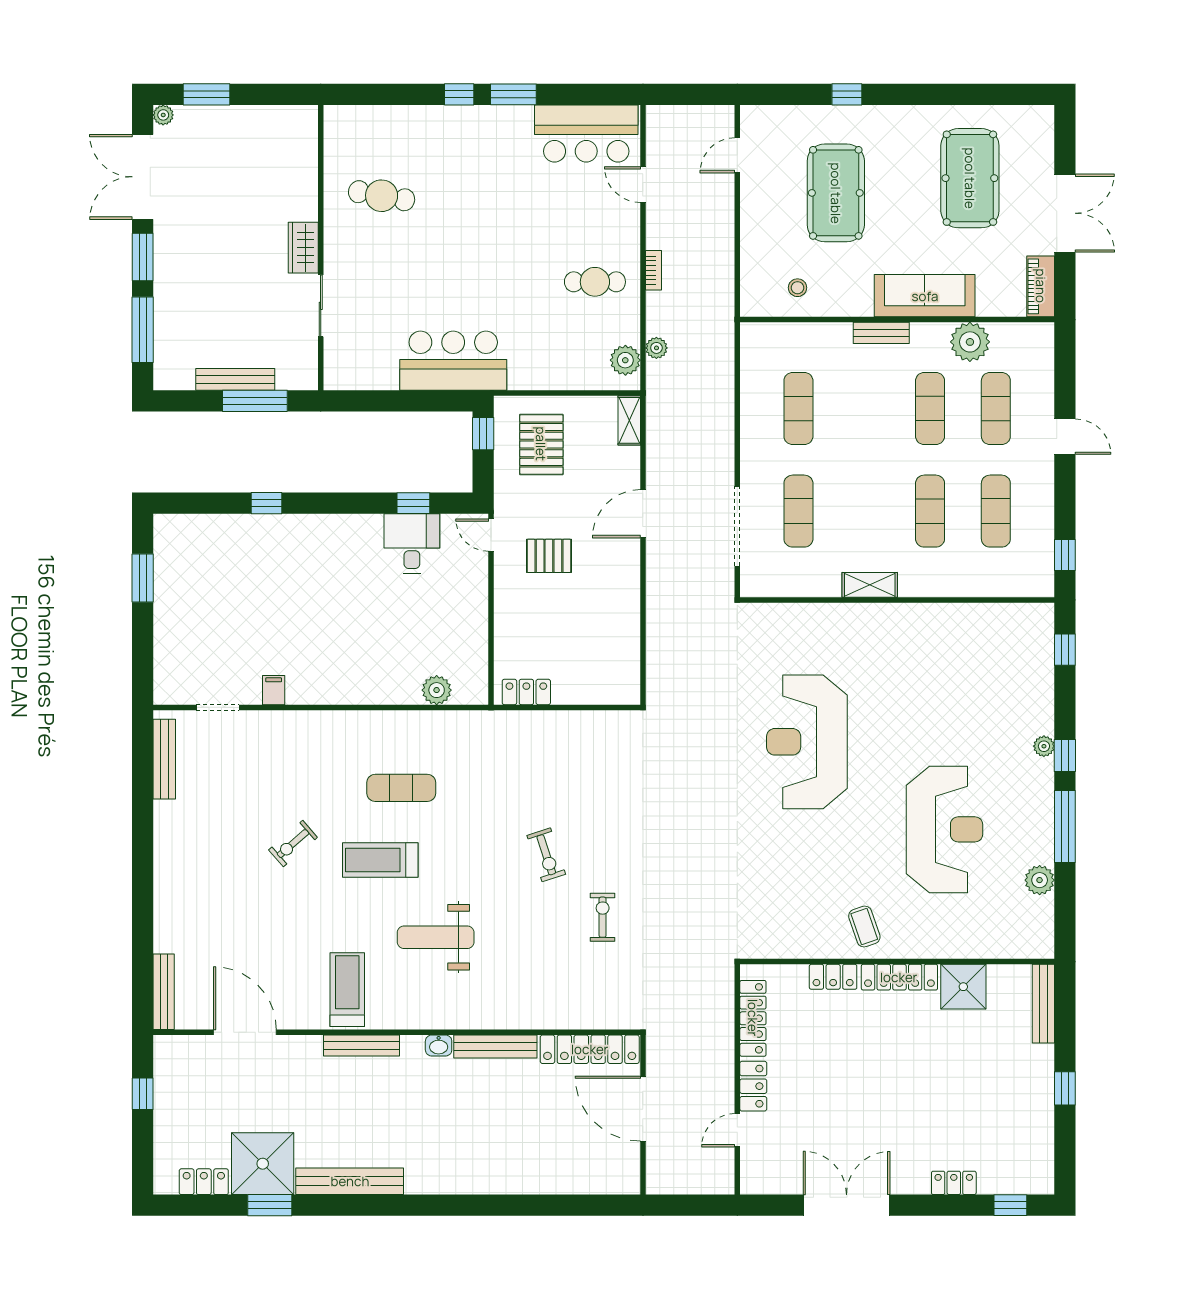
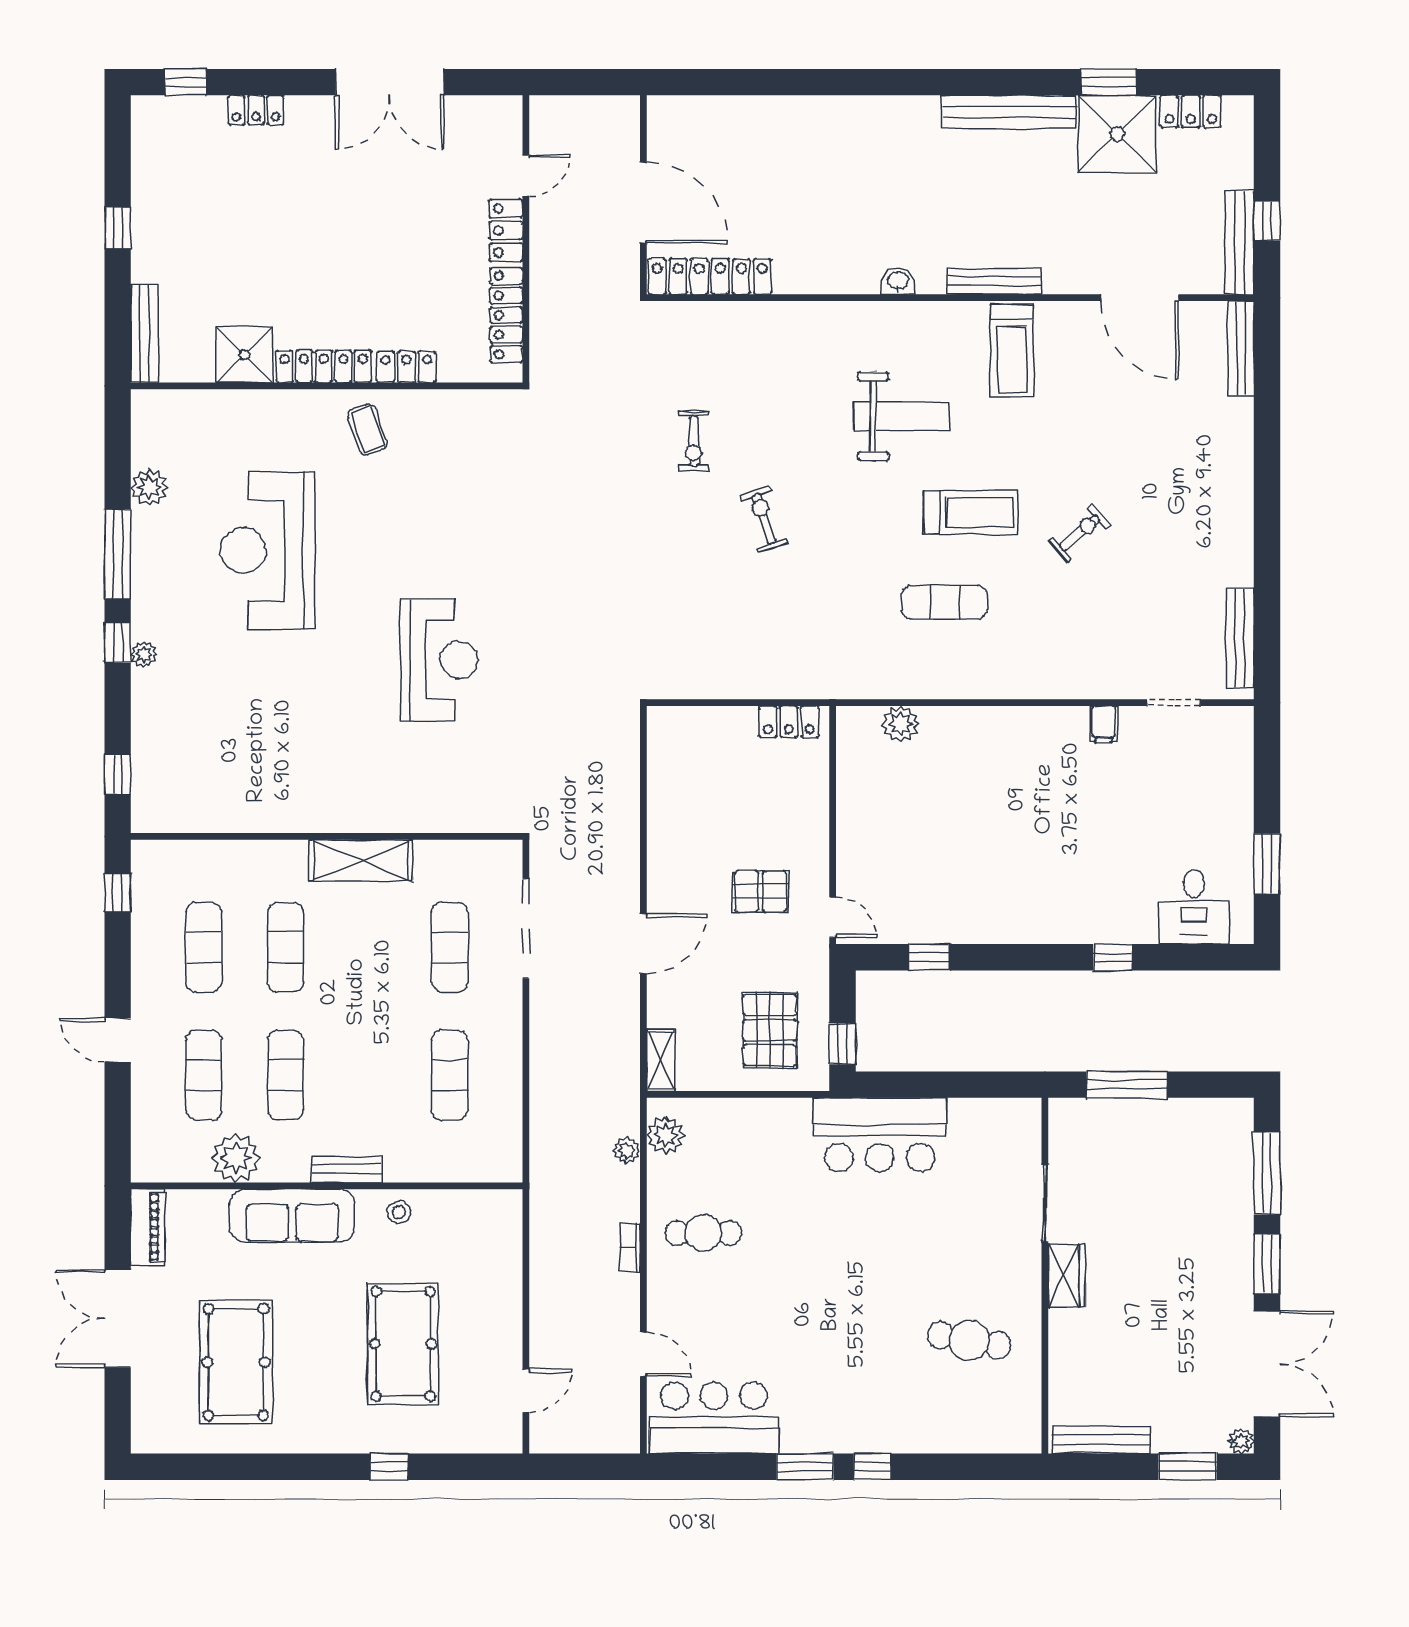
stool: (798, 288) -> (399, 1212), moved
bench: (235, 379) -> (1101, 1440), moved
desk: (412, 543) -> (1194, 907), moved
shelving: (870, 585) -> (361, 860), width x1.50, depth x1.33
reception desk: (807, 742) -> (439, 660), width x0.74, depth x0.77
bench: (495, 1047) -> (1239, 243), moved, turned 90

